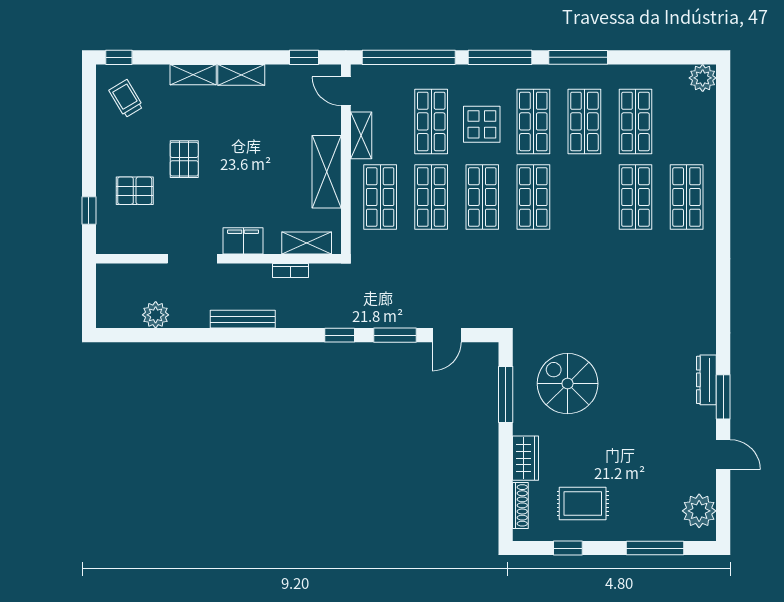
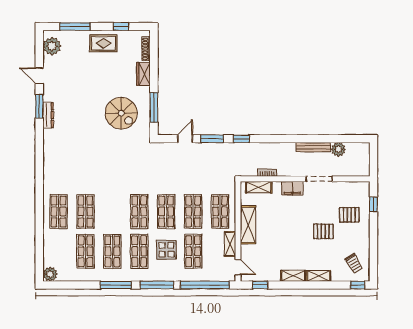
pallet: (184, 159) -> (323, 231), turned 90
bench: (243, 319) -> (313, 147), moved
rug: (583, 504) -> (103, 43), moved

